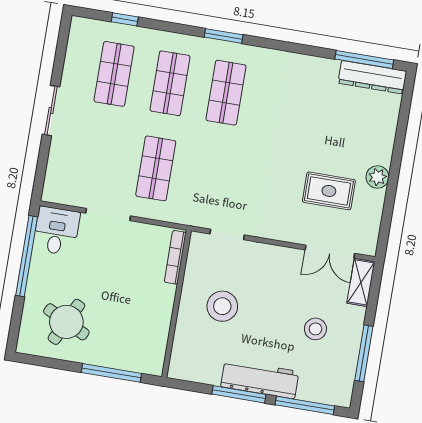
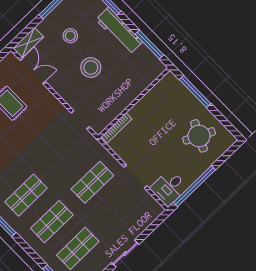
stool: (222, 306) -> (91, 68), moved
window: (239, 394) -> (149, 45), moved

